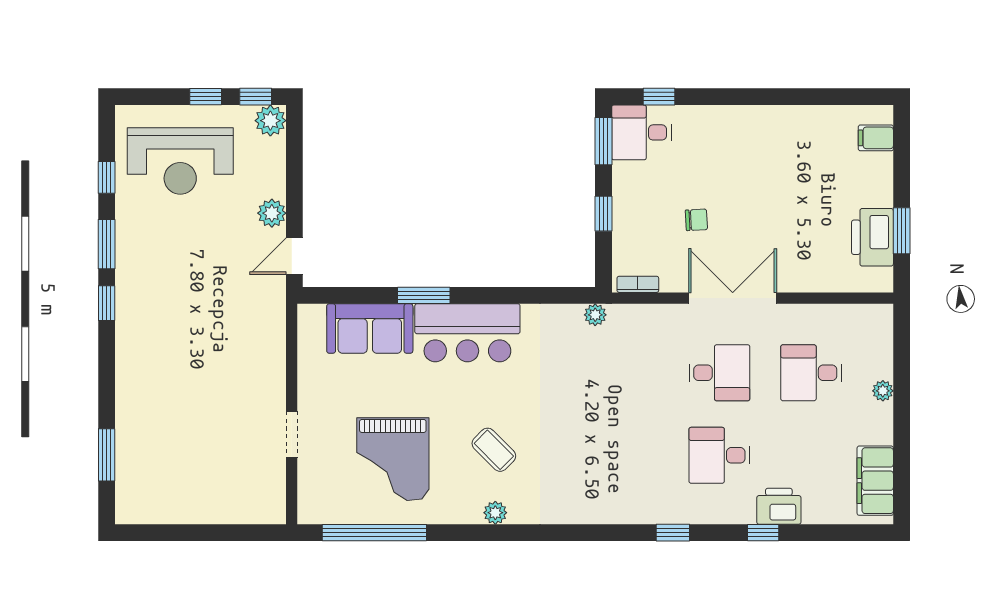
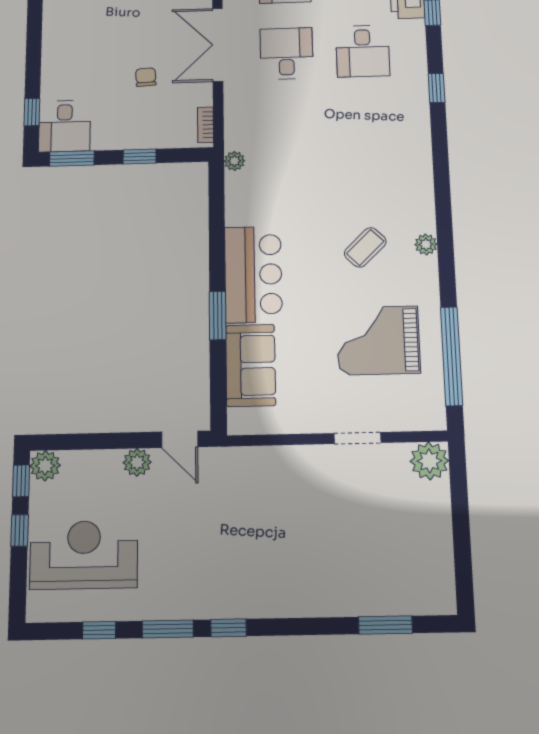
reception desk: (180, 161) -> (84, 555), turned -90
grand piano: (393, 459) -> (378, 340), turned 180
plant: (267, 505) -> (429, 461), added

